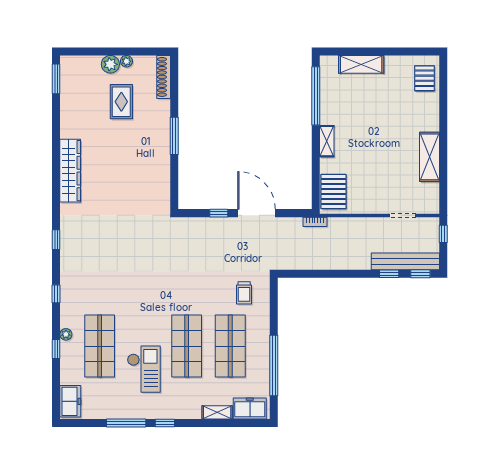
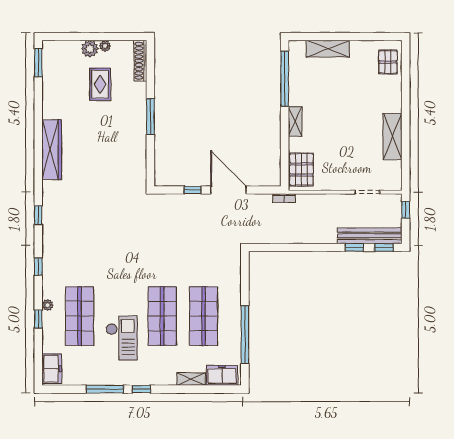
trolley: (244, 293) -> (217, 266), removed

